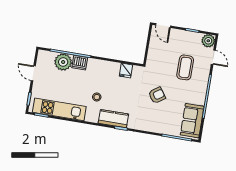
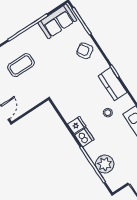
dishwasher: (80, 63) -> (84, 137), moved
fridge: (126, 71) -> (77, 125), moved
armchair: (157, 95) -> (85, 51), moved

